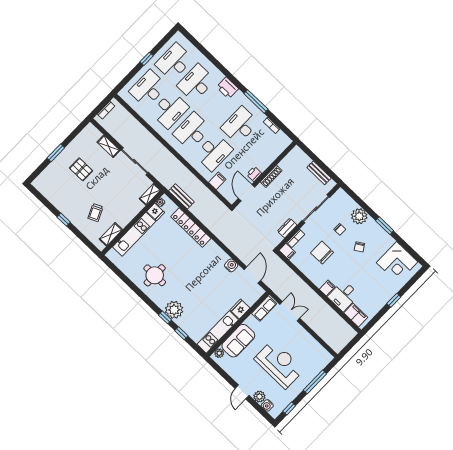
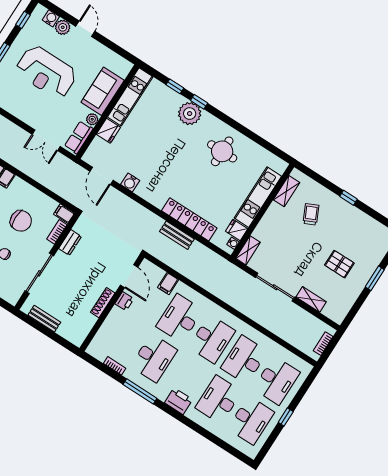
desk: (196, 83) -> (219, 400), turned 180
bench: (181, 196) -> (177, 235), moved
plant: (219, 353) -> (92, 119), moved

